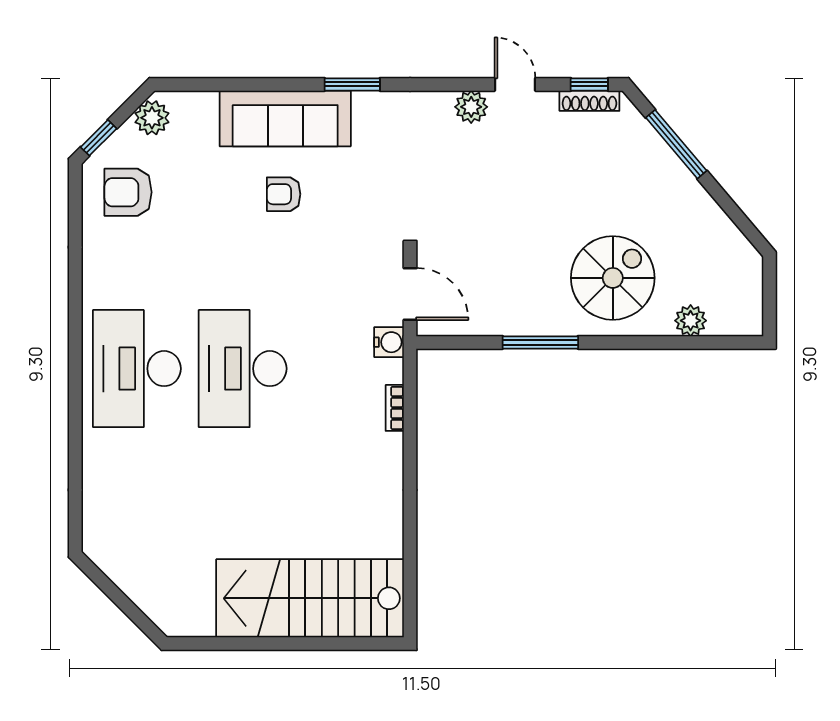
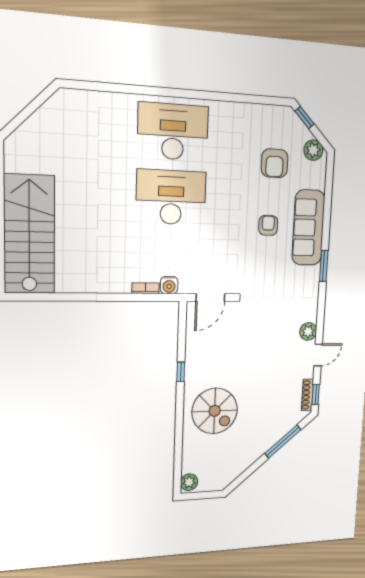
armchair: (128, 192) -> (275, 163), moved, turned 180
plant: (691, 321) -> (189, 482), moved
water cooler: (389, 342) -> (169, 285), moved
window: (540, 342) -> (181, 372), width x0.46

